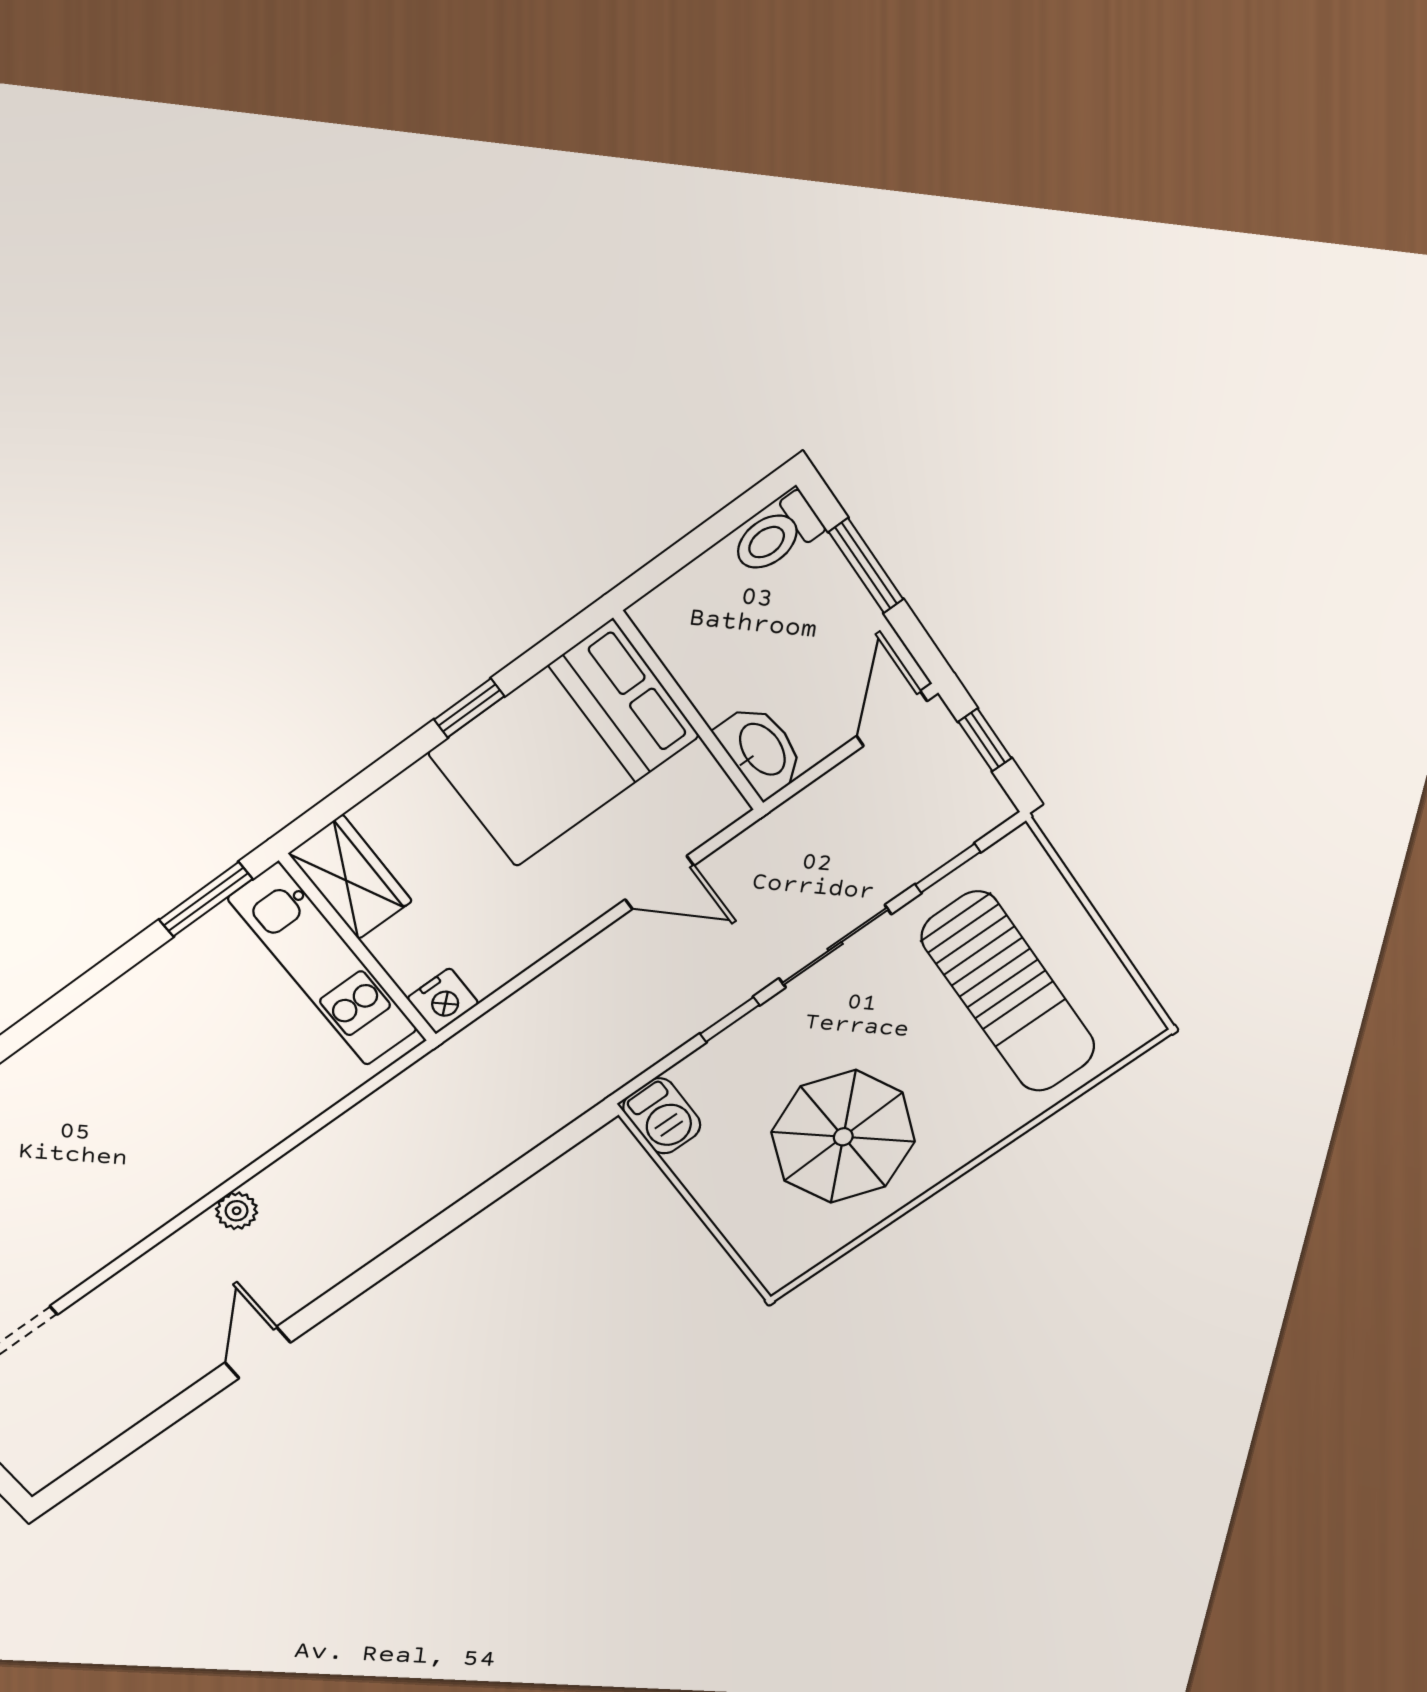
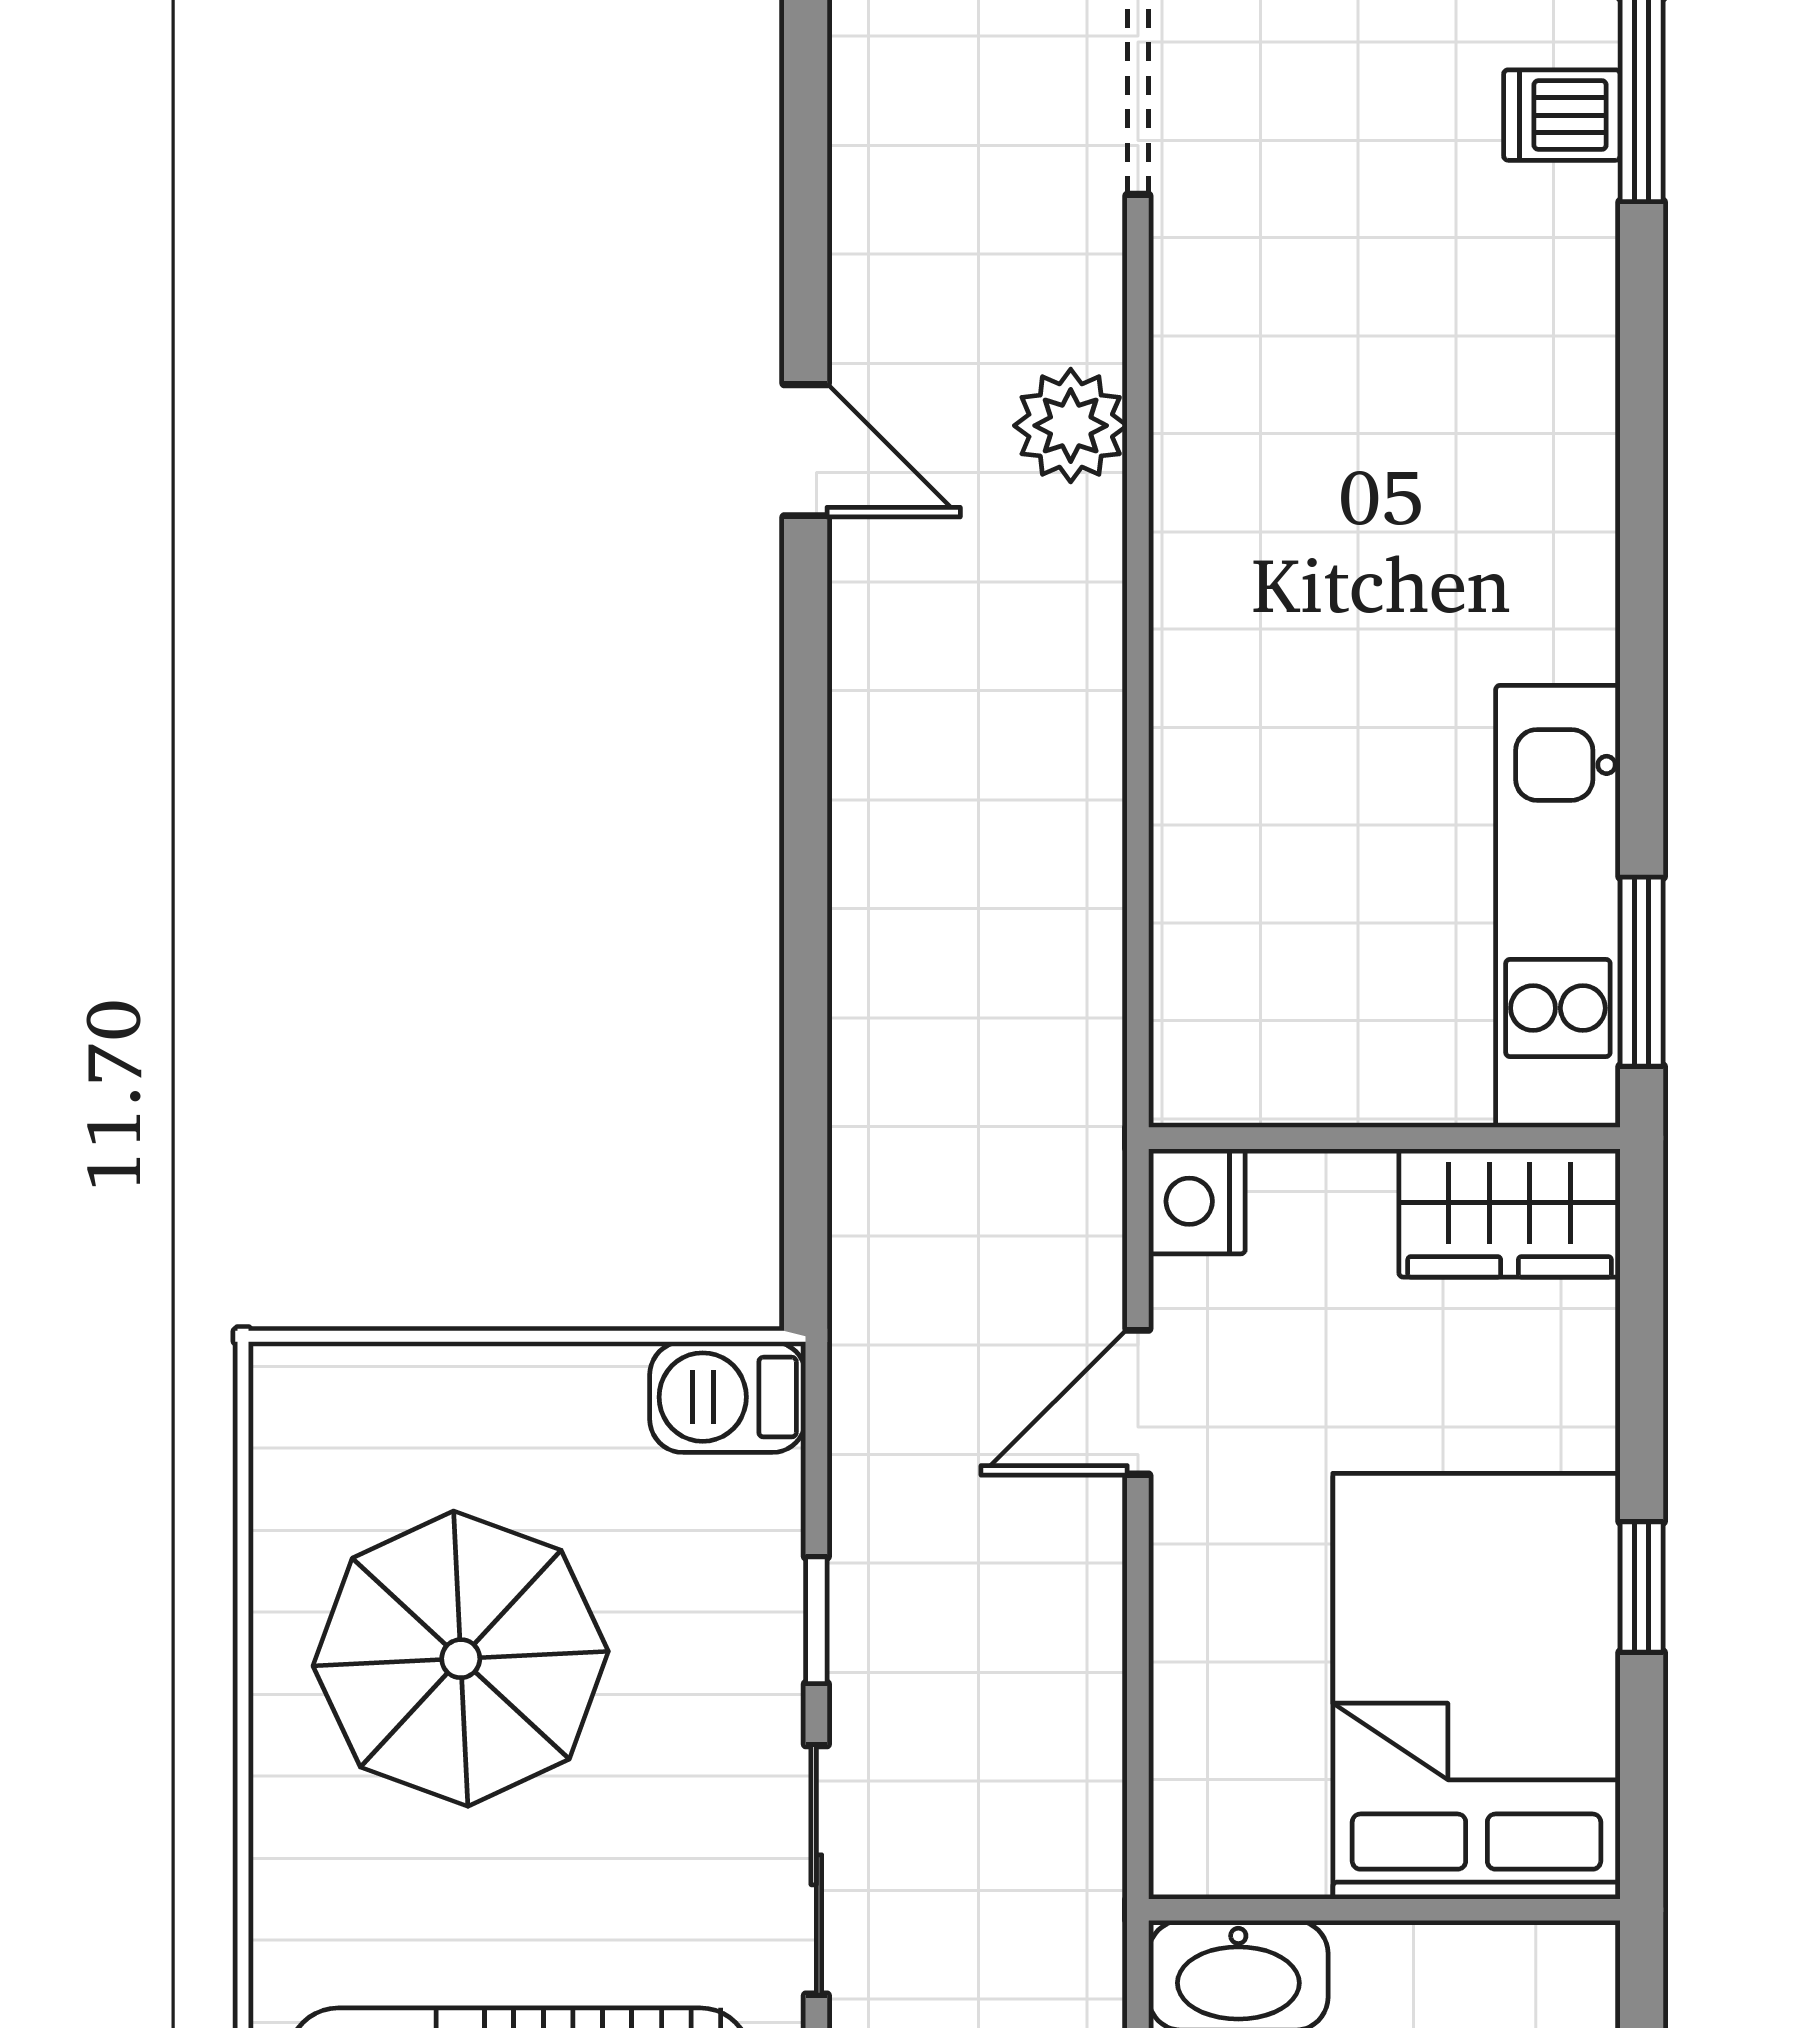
door: (660, 882) -> (1138, 1402), moved
kitchen unit: (323, 965) -> (1558, 906), moved, turned -90
plant: (237, 1211) -> (1071, 426), moved, width x1.38, depth x1.38

